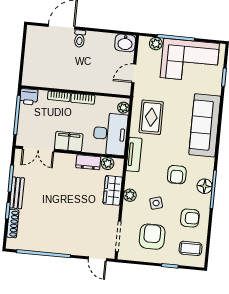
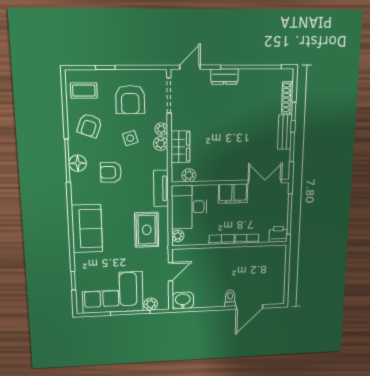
sofa: (205, 125) -> (87, 229), width x0.73
dresser: (88, 162) -> (224, 77), moved, turned 180
armchair: (177, 175) -> (111, 172), turned -90
plant: (128, 208) -> (161, 129), added
armchair: (190, 218) -> (89, 126), turned -70
door: (97, 259) -> (190, 67), hinge flipped

